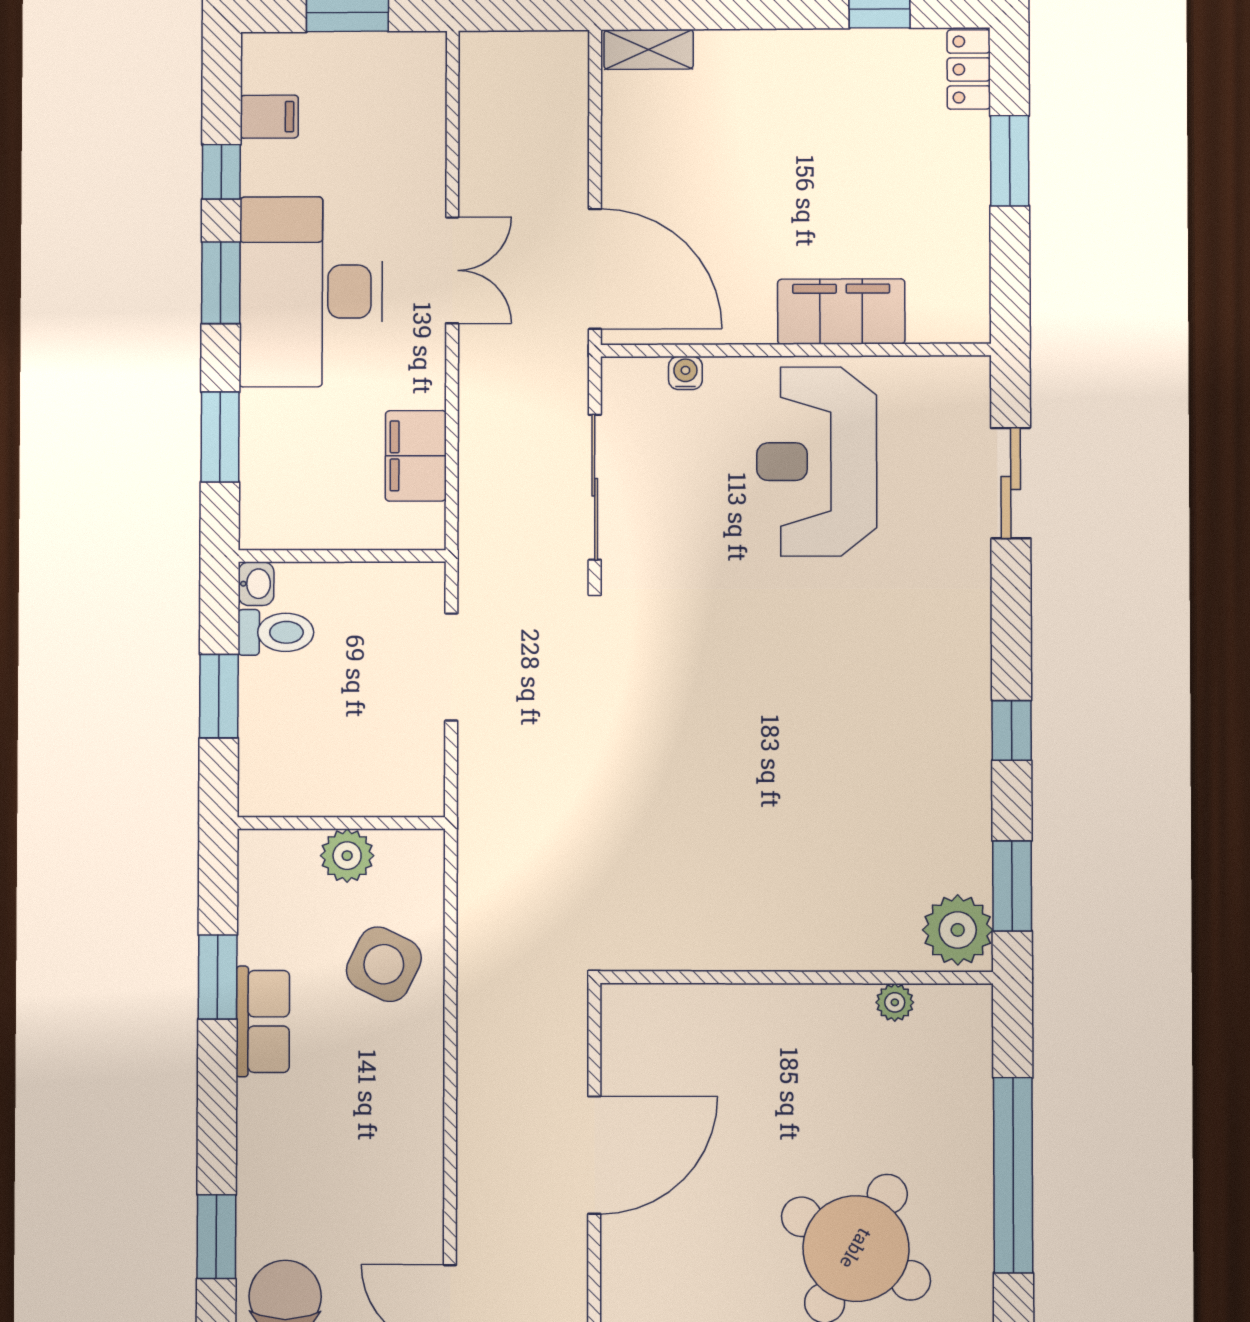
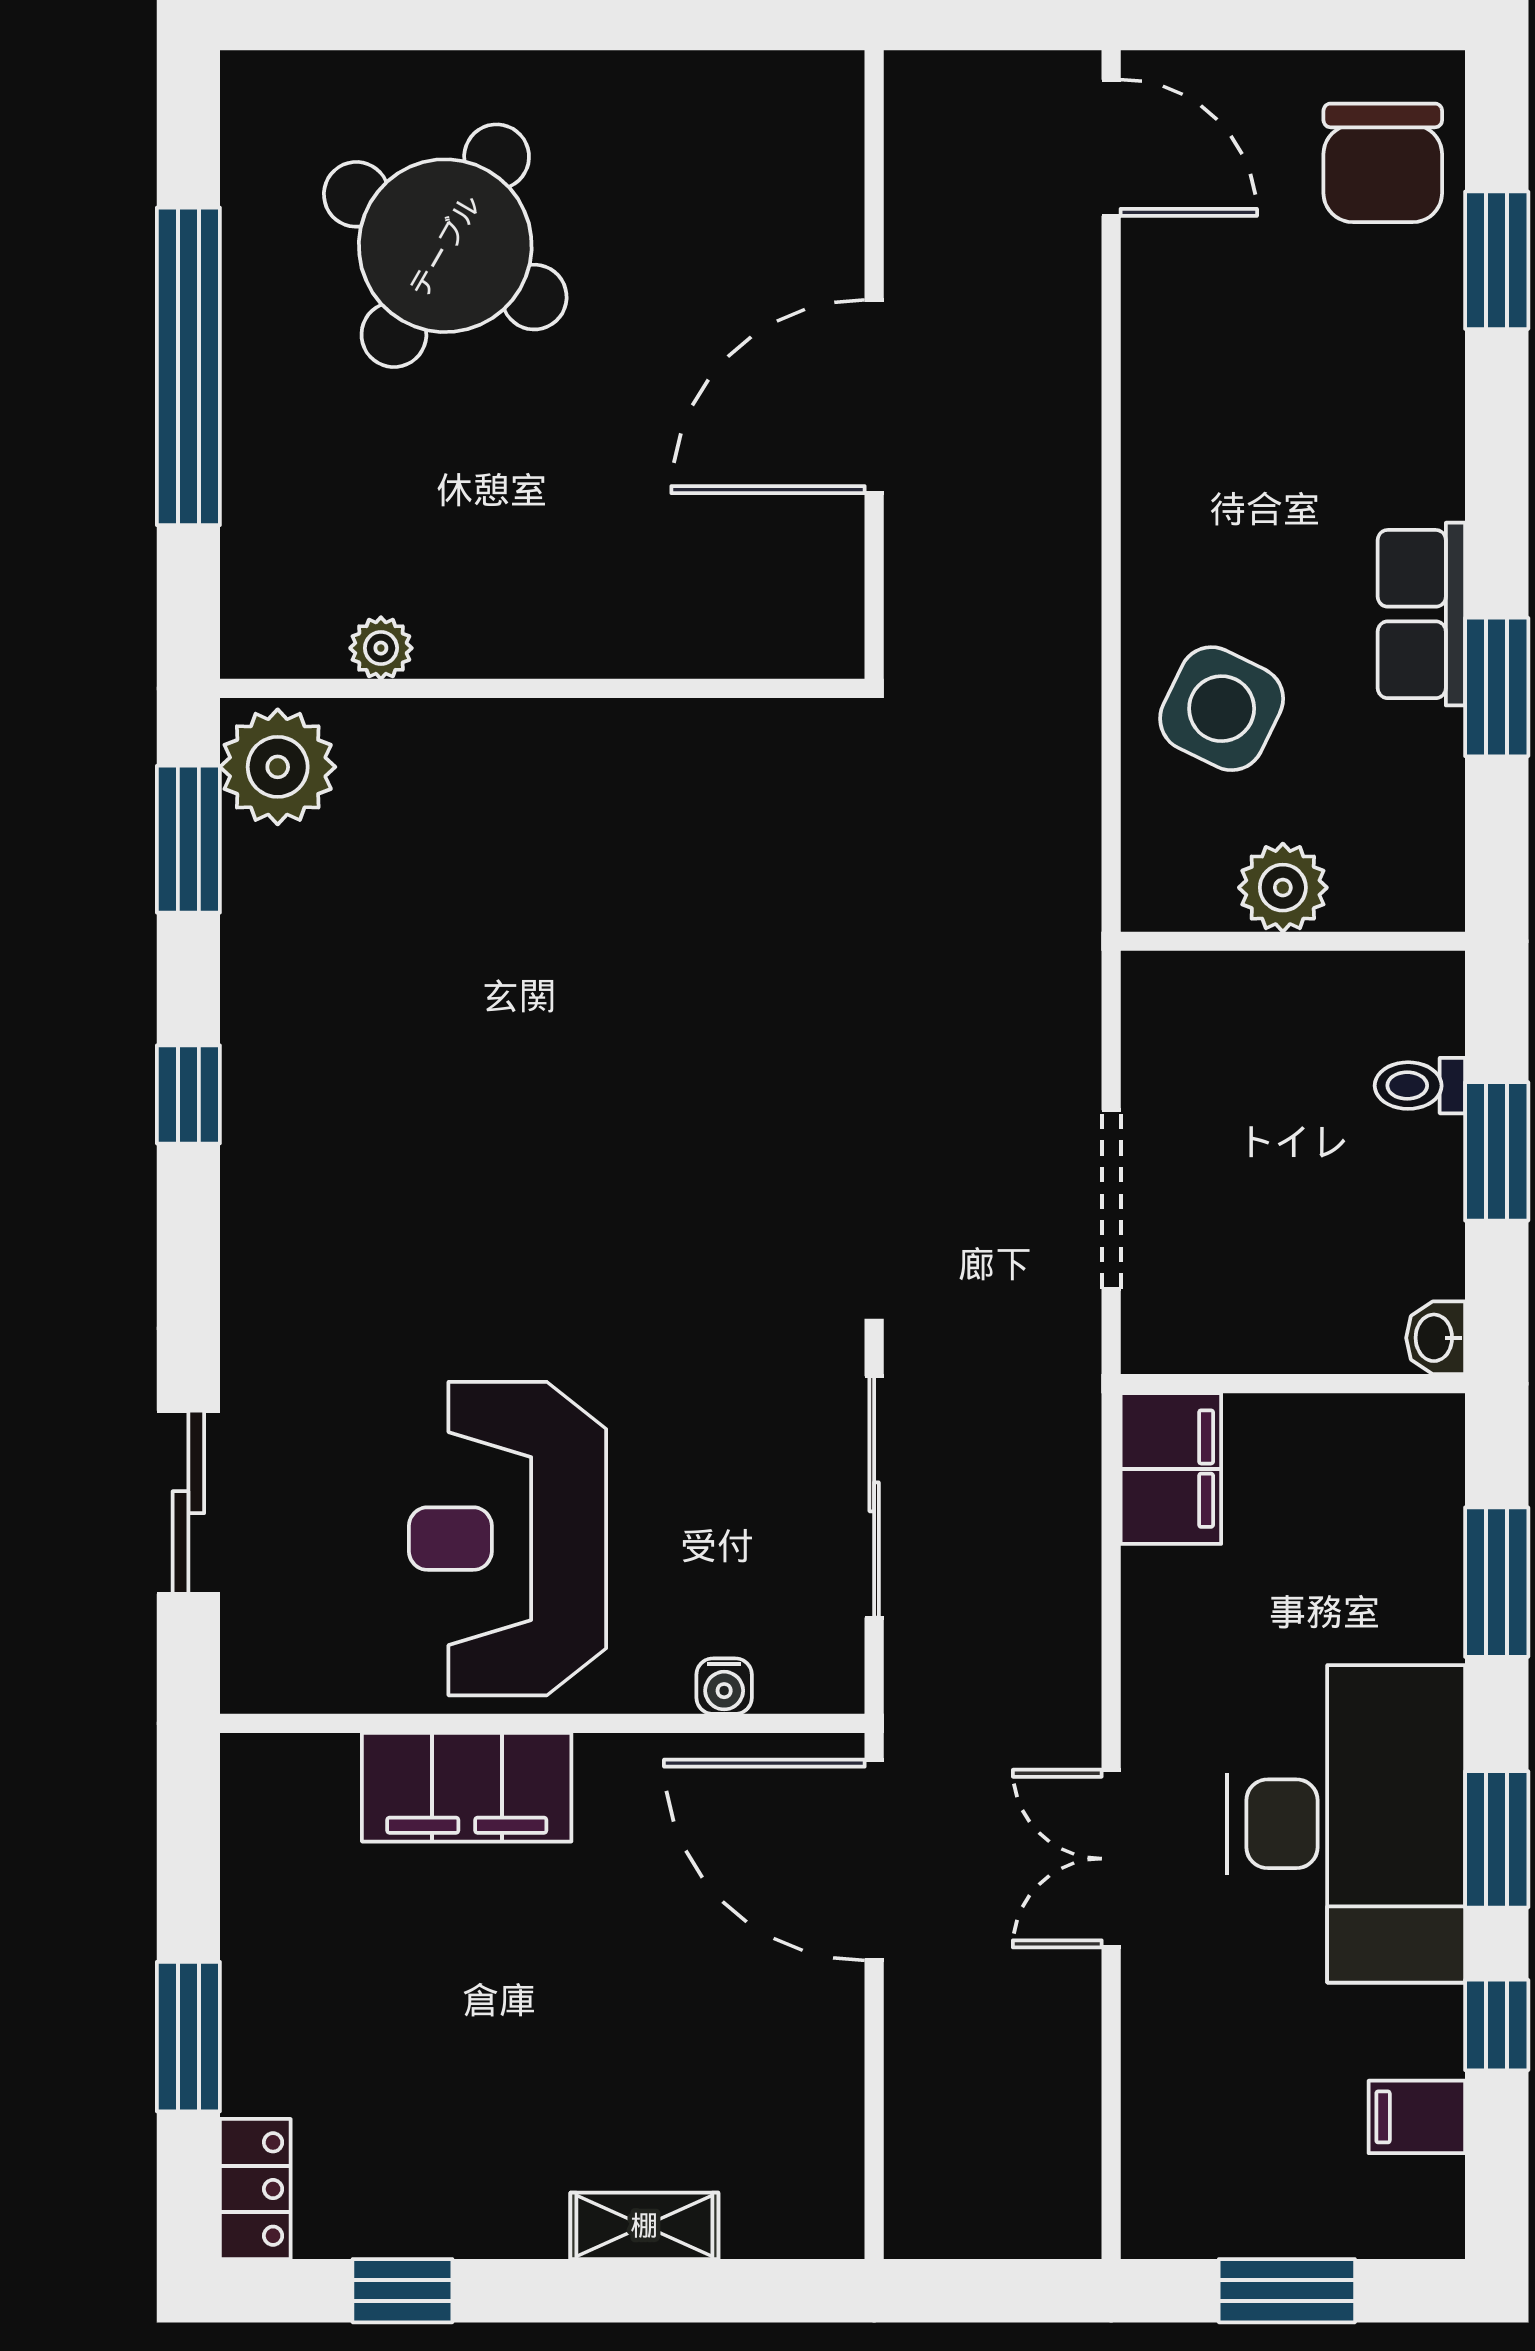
shelving: (649, 49) -> (644, 2226), moved
filing cabinet: (416, 456) -> (1171, 1469), moved
reception desk: (817, 462) -> (508, 1539), turned 180
toilet: (276, 632) -> (1420, 1086), moved, width x0.73, depth x0.72

